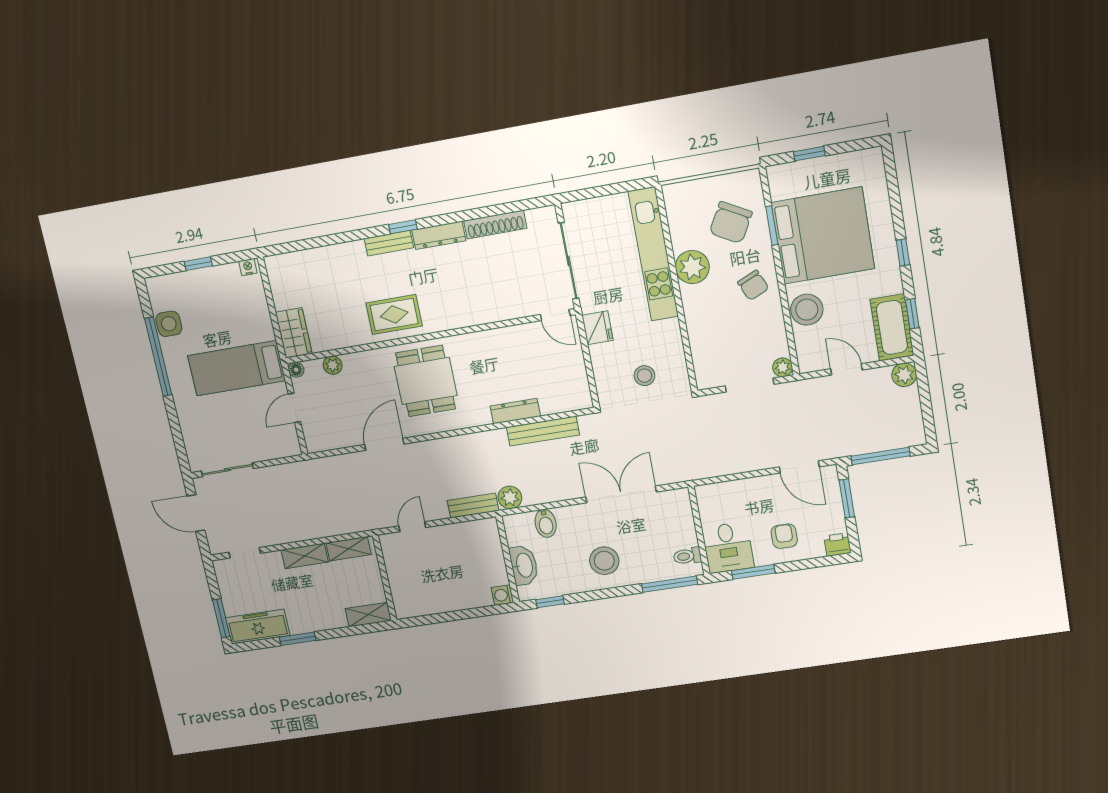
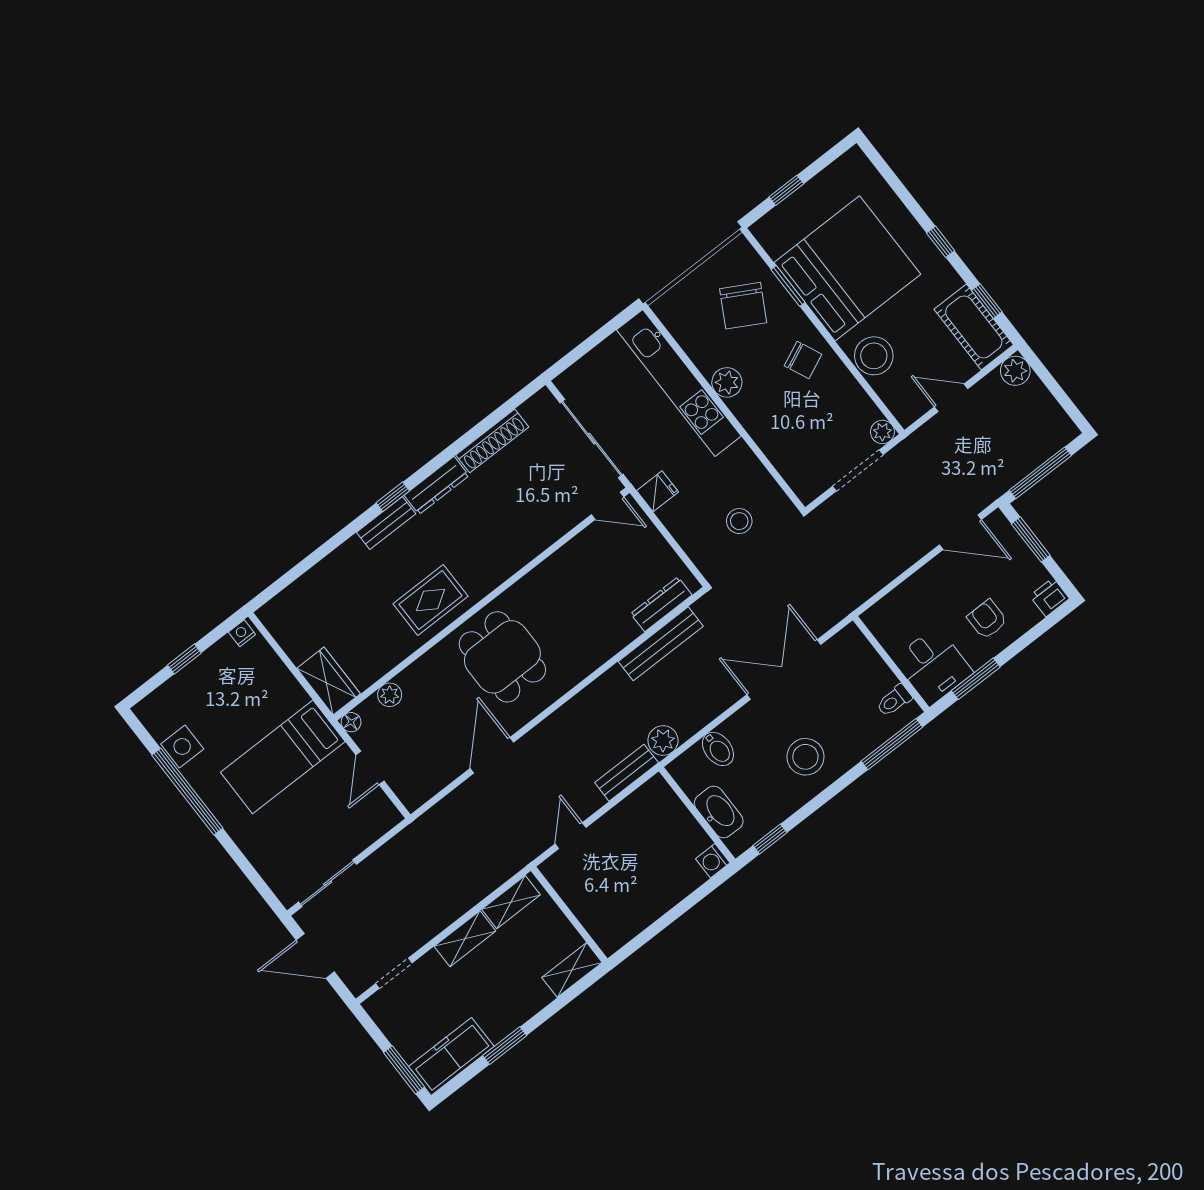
plant: (692, 267) -> (727, 382), width x0.73, depth x0.73
fridge: (597, 328) -> (658, 491), width x0.72
dresser: (515, 411) -> (661, 604), moved

